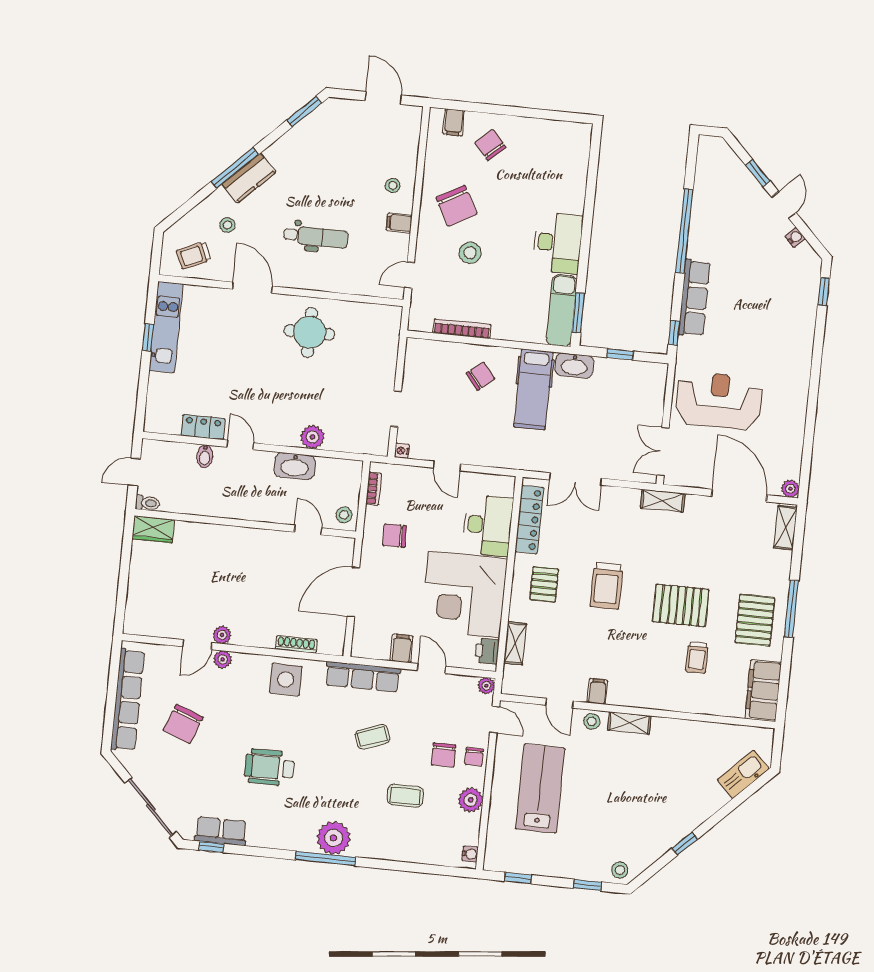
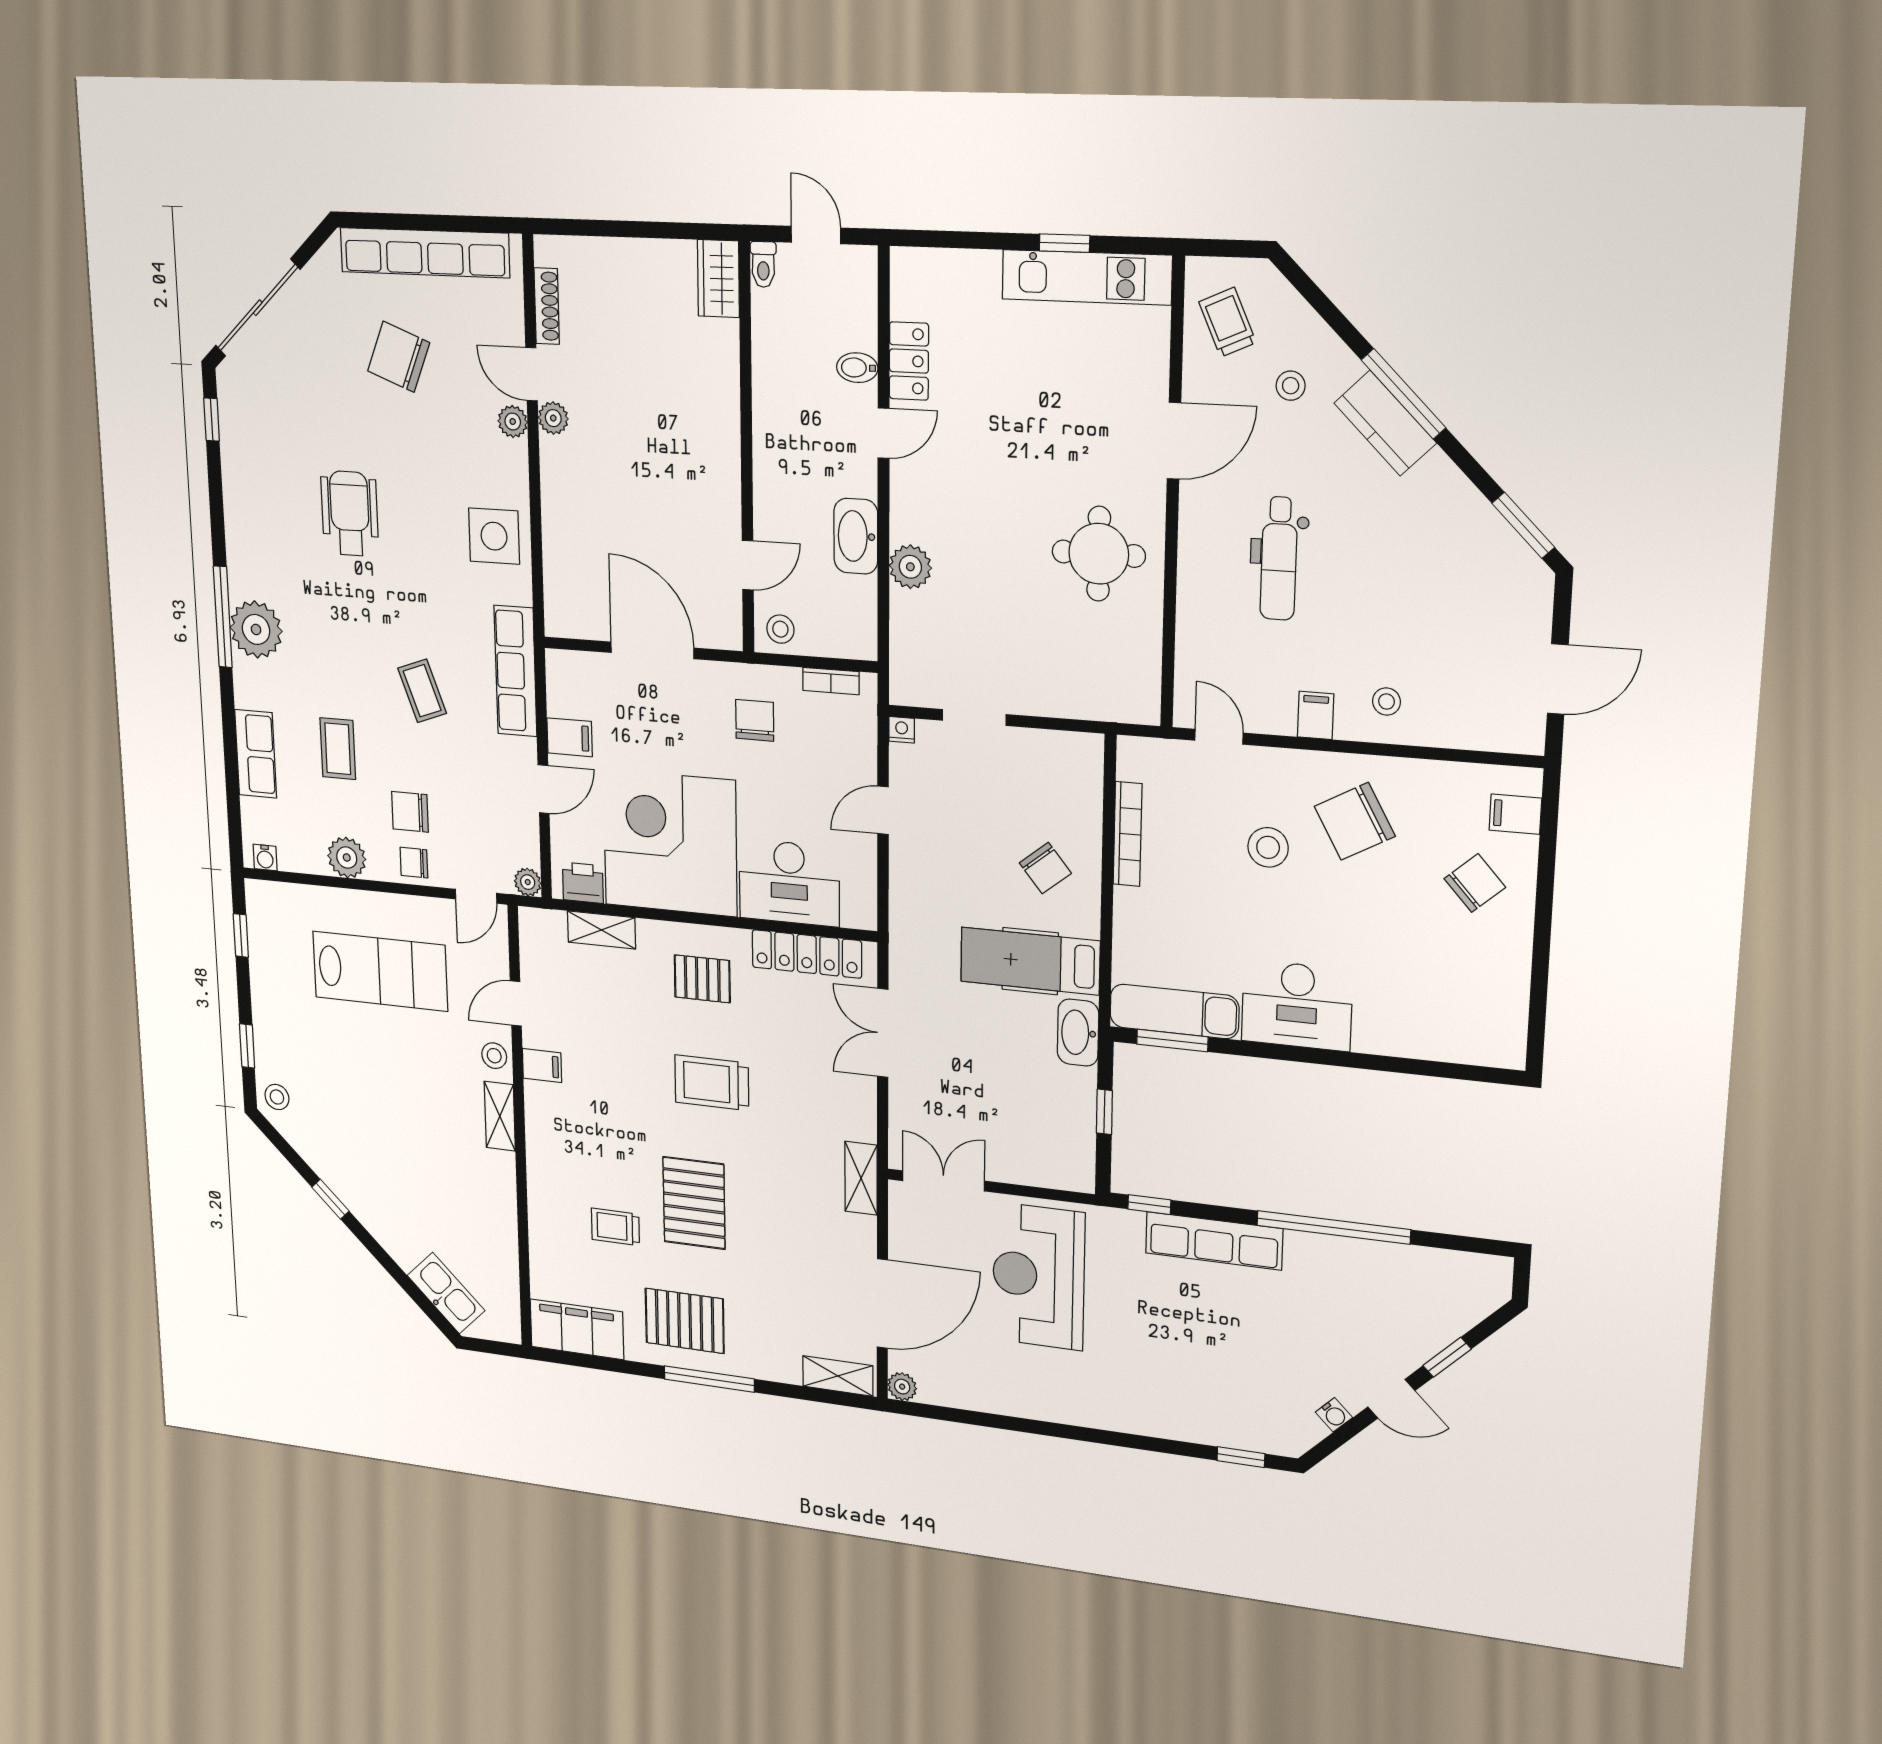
reception desk: (719, 401) -> (1038, 1276), turned 180
shoe rack: (296, 644) -> (547, 306), moved
row of seats: (221, 831) -> (256, 754), moved

